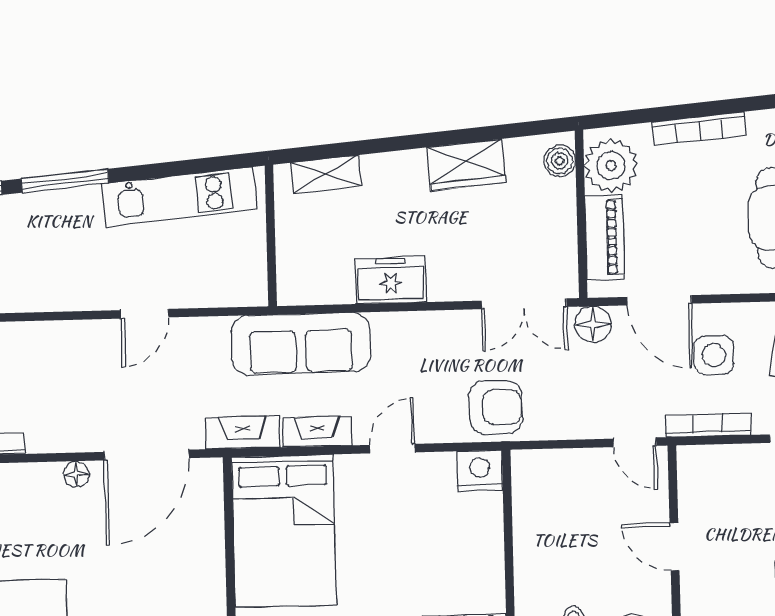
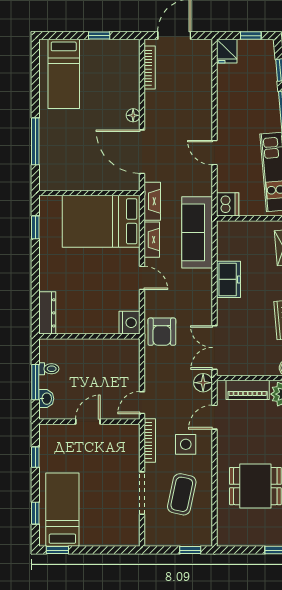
dishwasher: (245, 286) -> (228, 204), added
door: (659, 300) -> (215, 417), width x0.73

